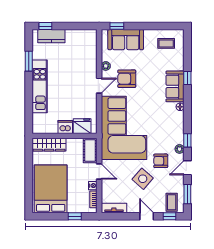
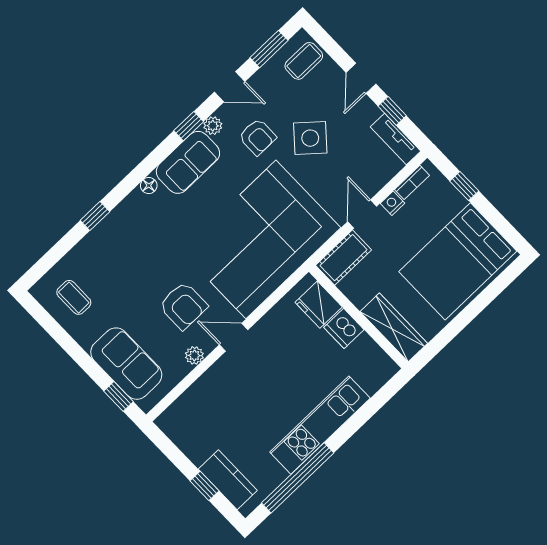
window: (45, 26) -> (204, 486), moved
window: (29, 61) -> (298, 478), width x2.11
sofa: (175, 86) -> (188, 162), moved
window: (169, 216) -> (392, 111), moved

